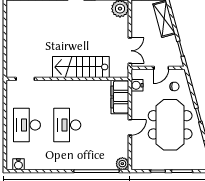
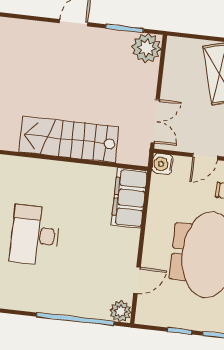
water cooler: (137, 85) -> (163, 164), moved
door: (130, 127) -> (137, 280), moved

